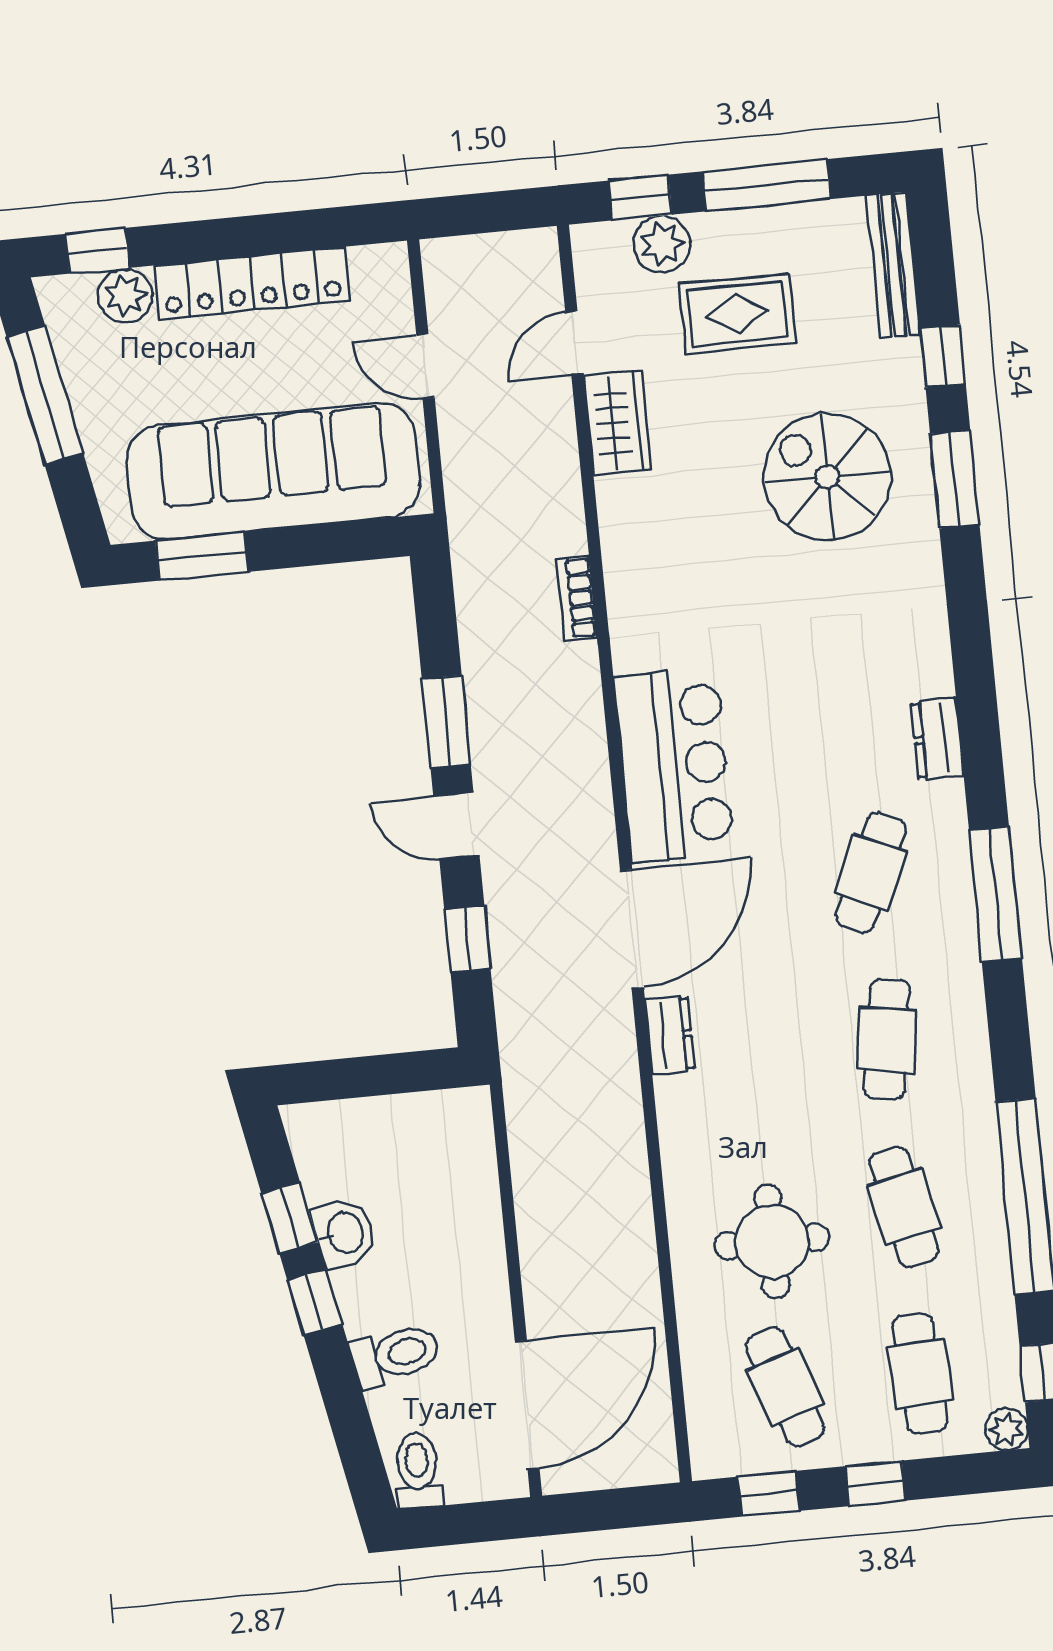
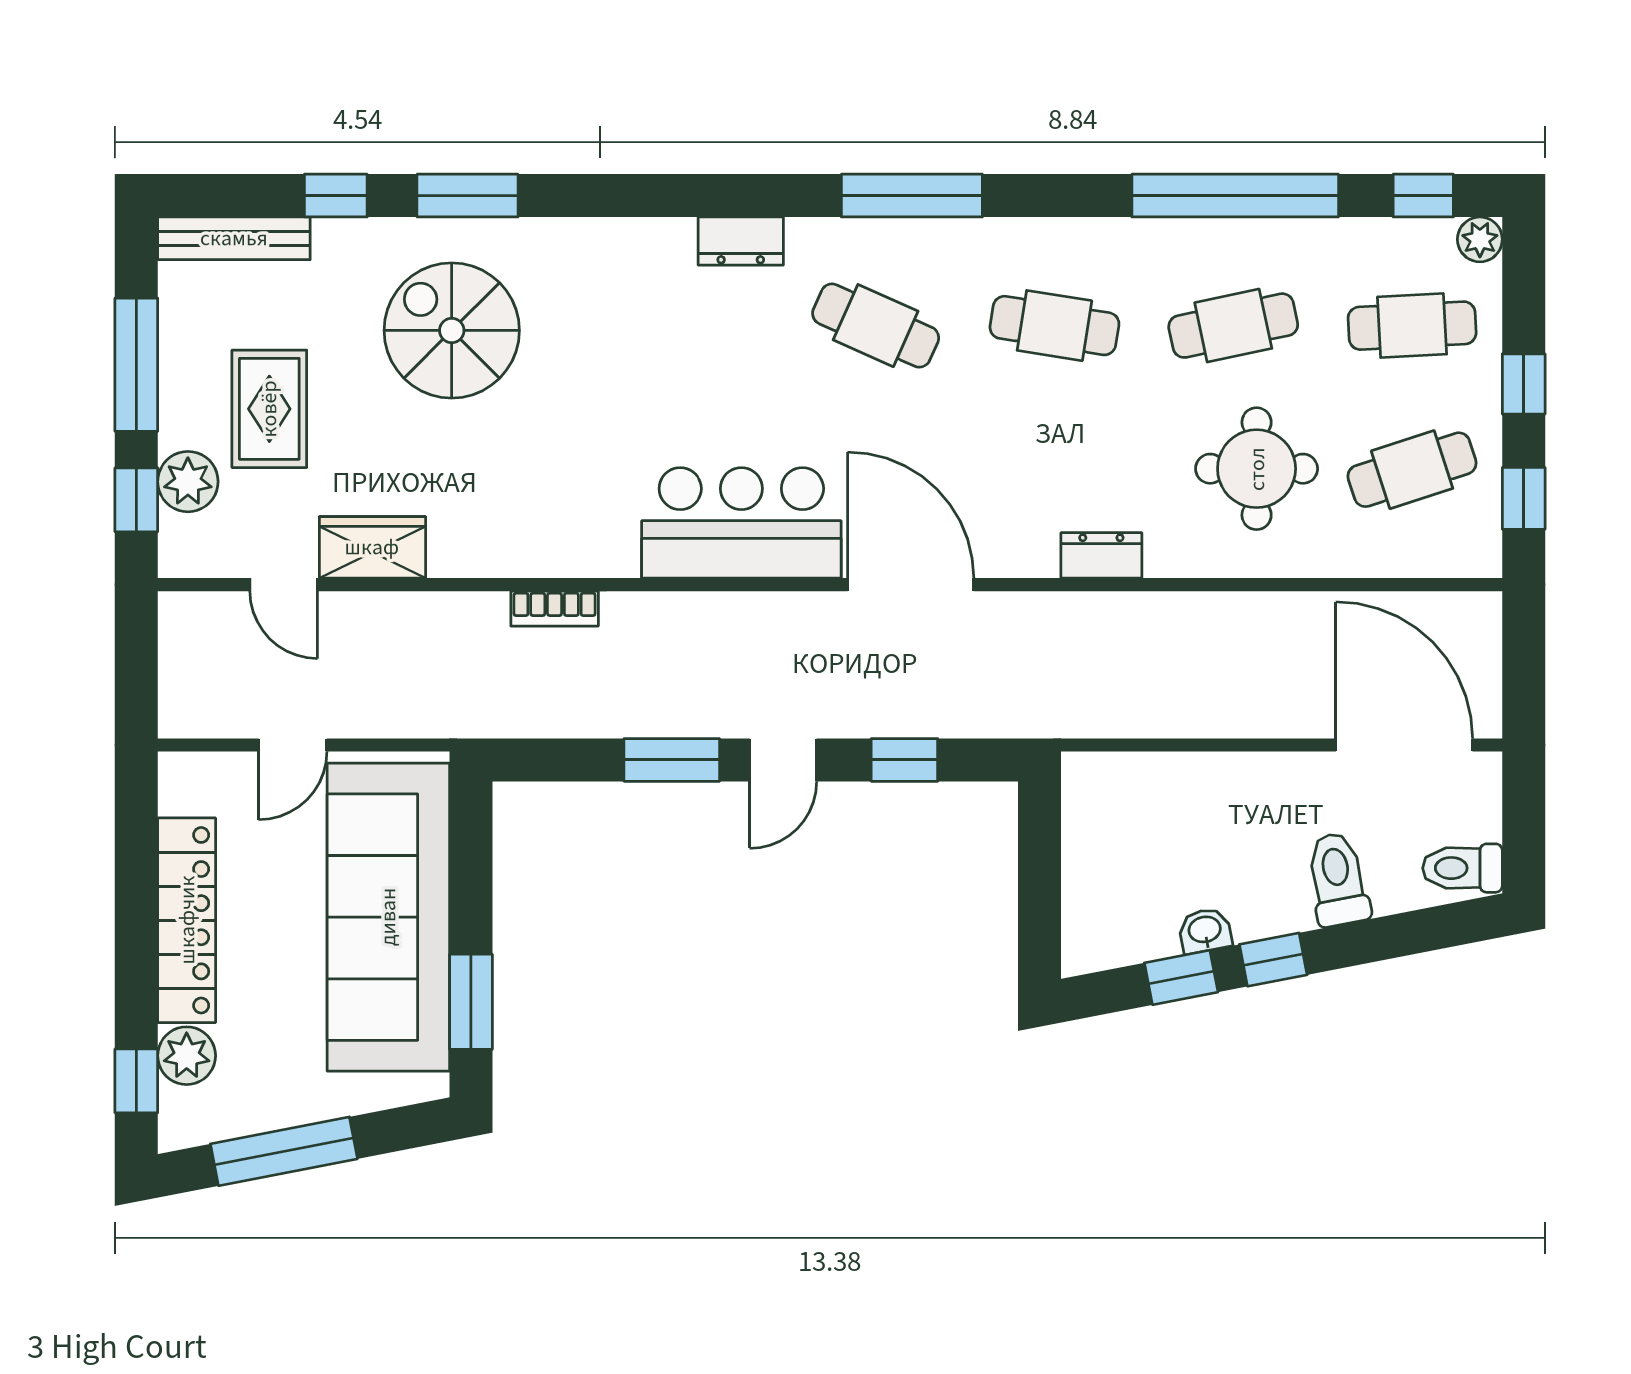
spiral stairs: (827, 477) -> (452, 330), turned 90
dresser: (670, 1035) -> (1101, 555), moved
washbasin: (344, 1233) -> (1205, 931), width x0.72, depth x0.69

